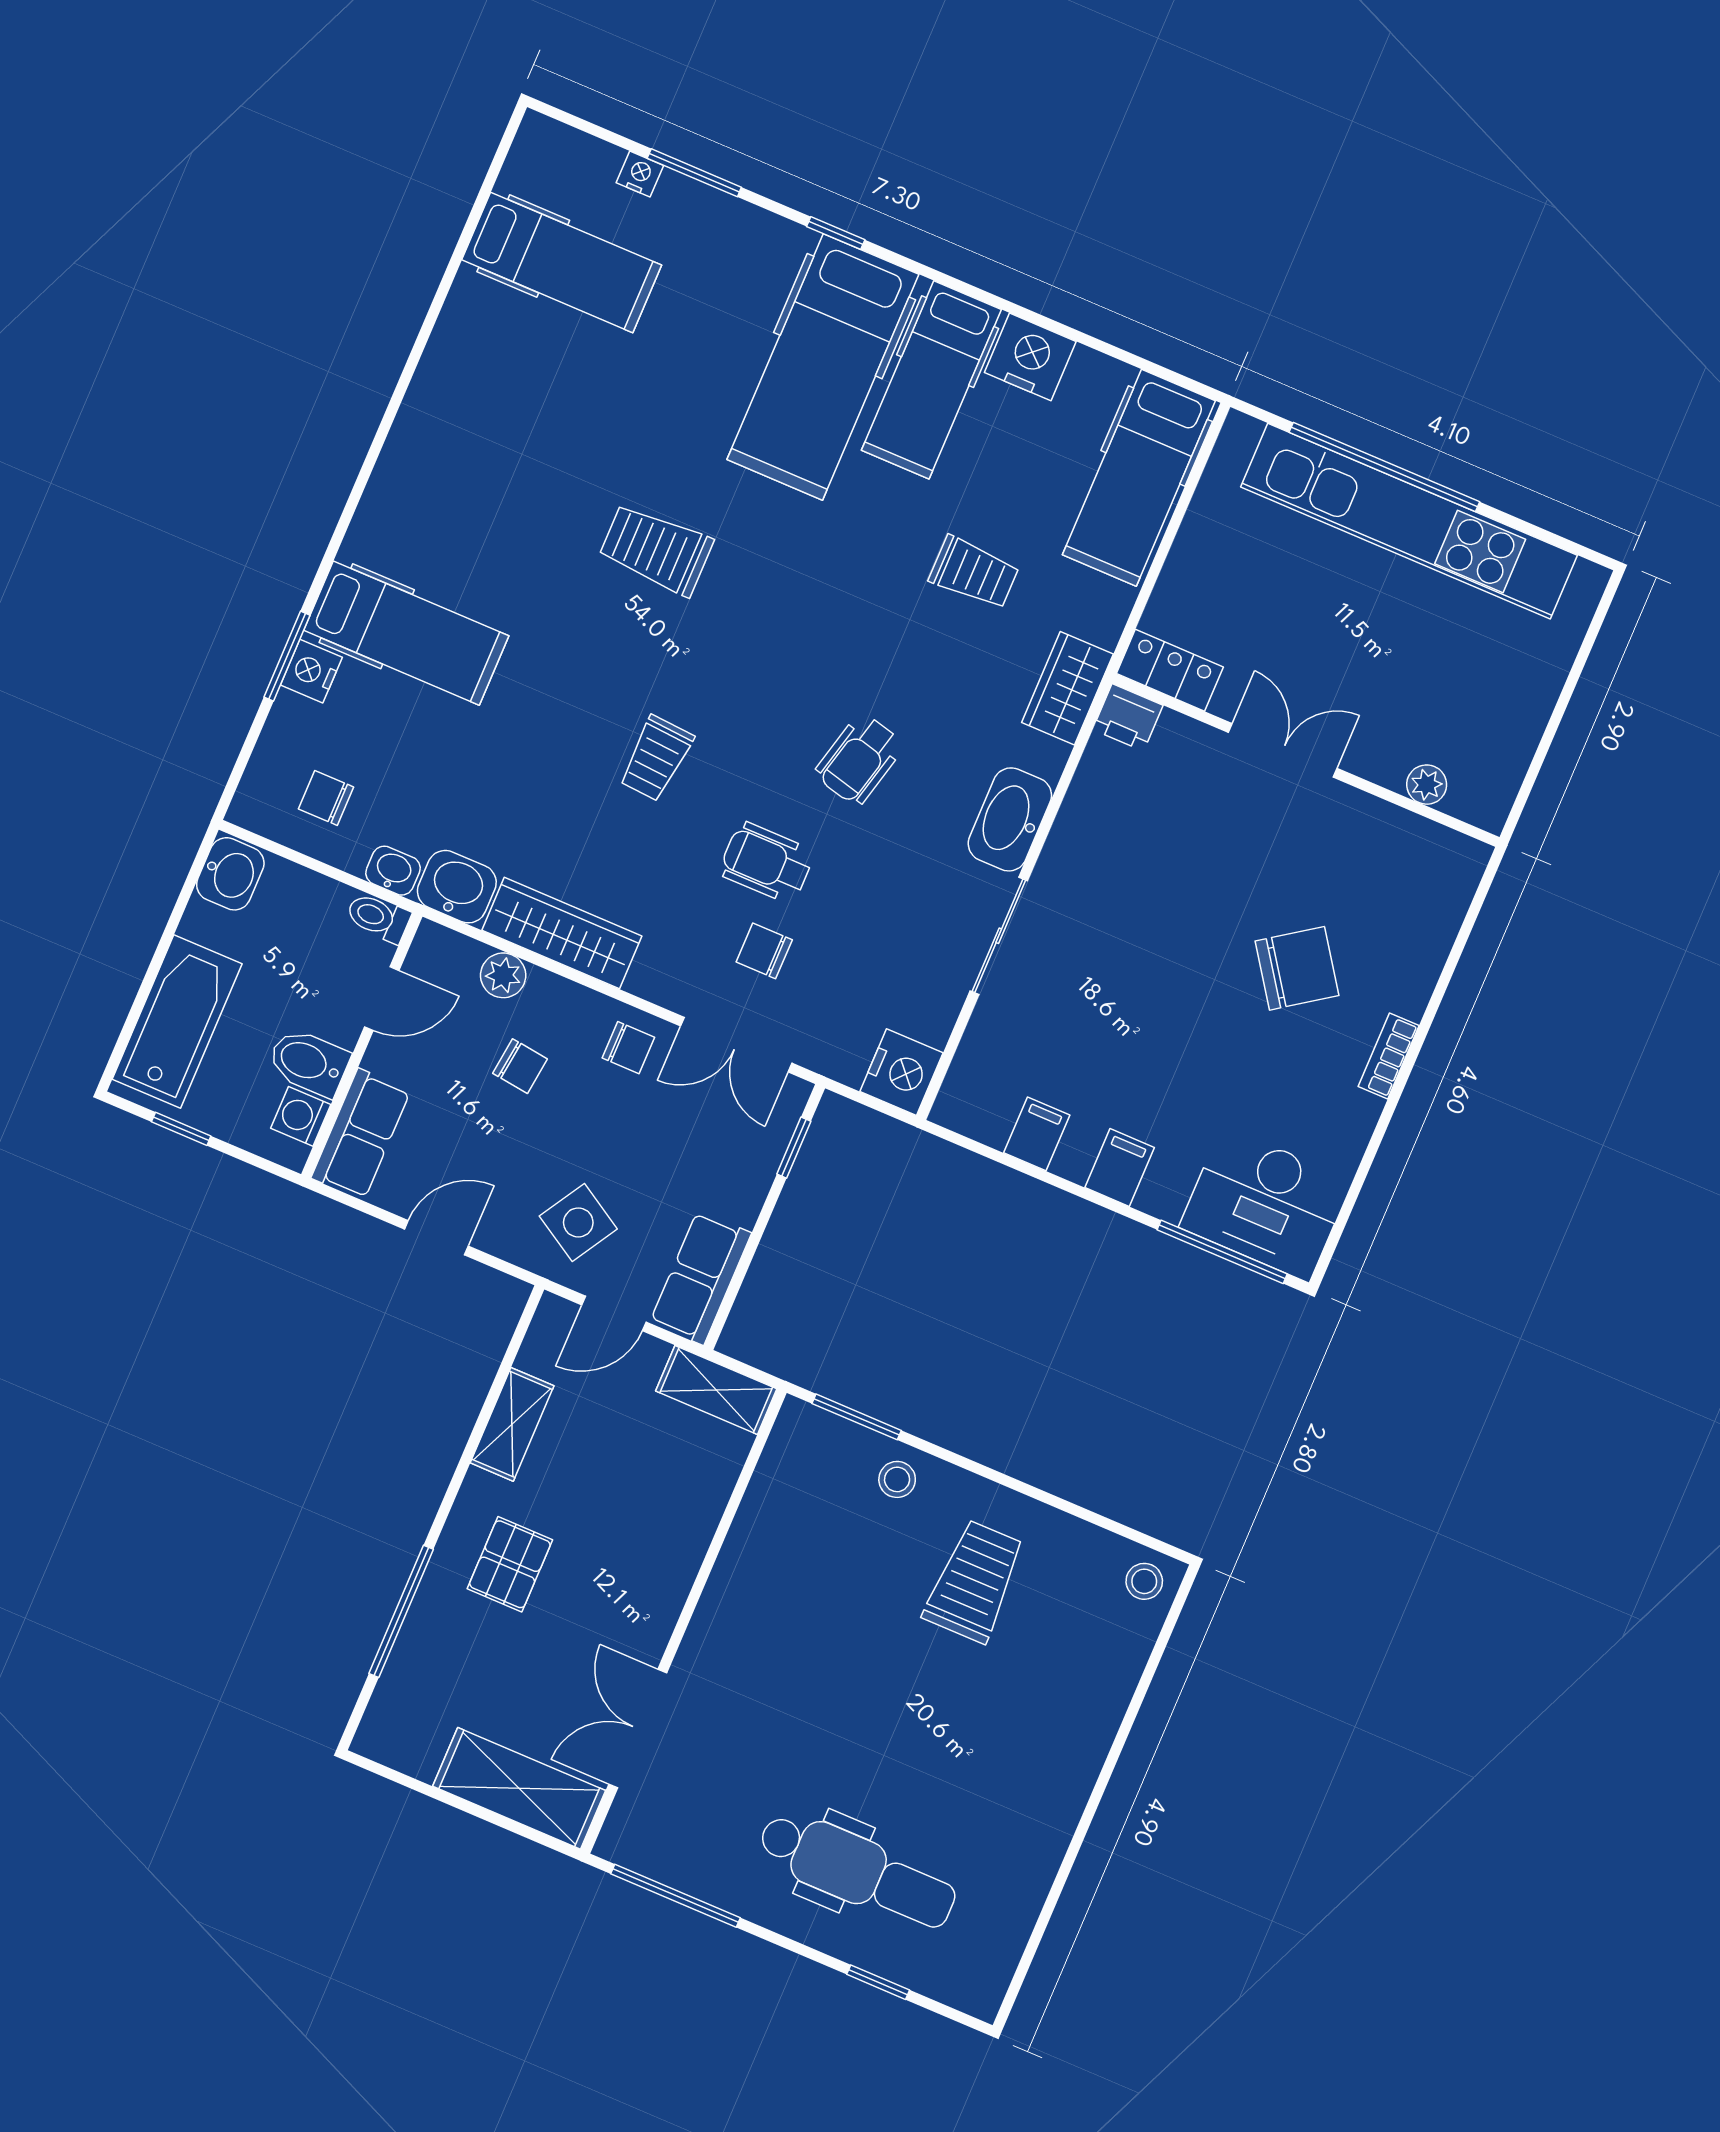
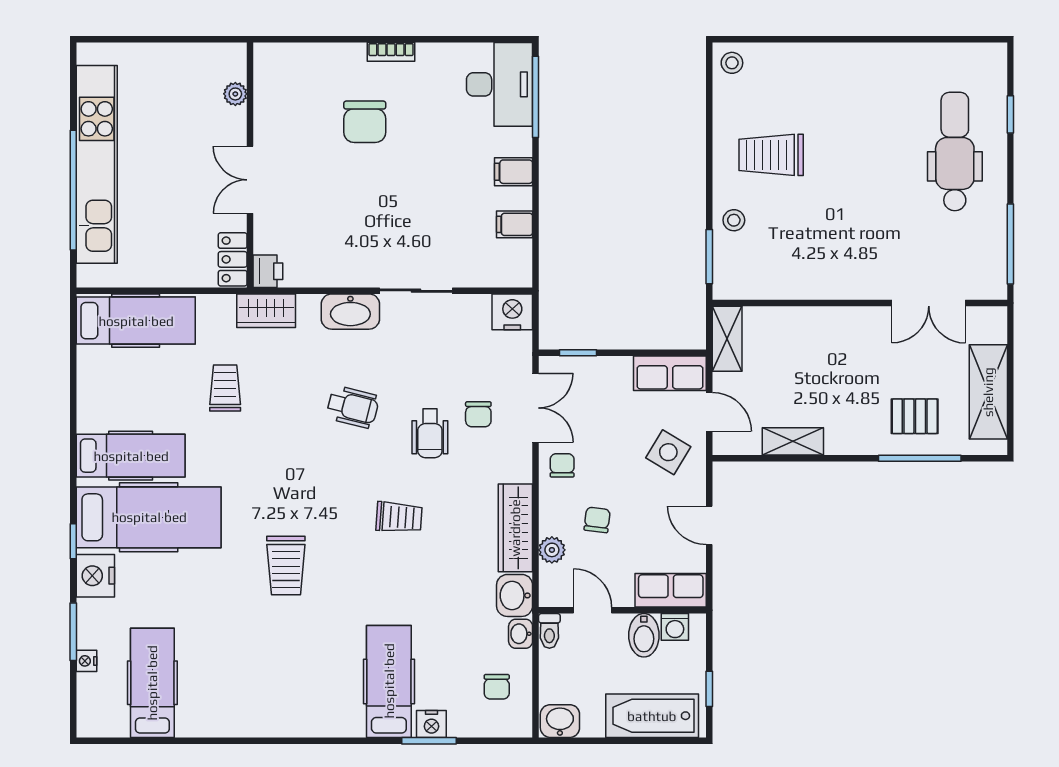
nightstand: (1030, 357) -> (95, 576), moved
chair: (1297, 968) -> (365, 122), turned -145
pallet: (510, 1564) -> (915, 416), moved
shelving: (519, 1788) -> (988, 392), moved

